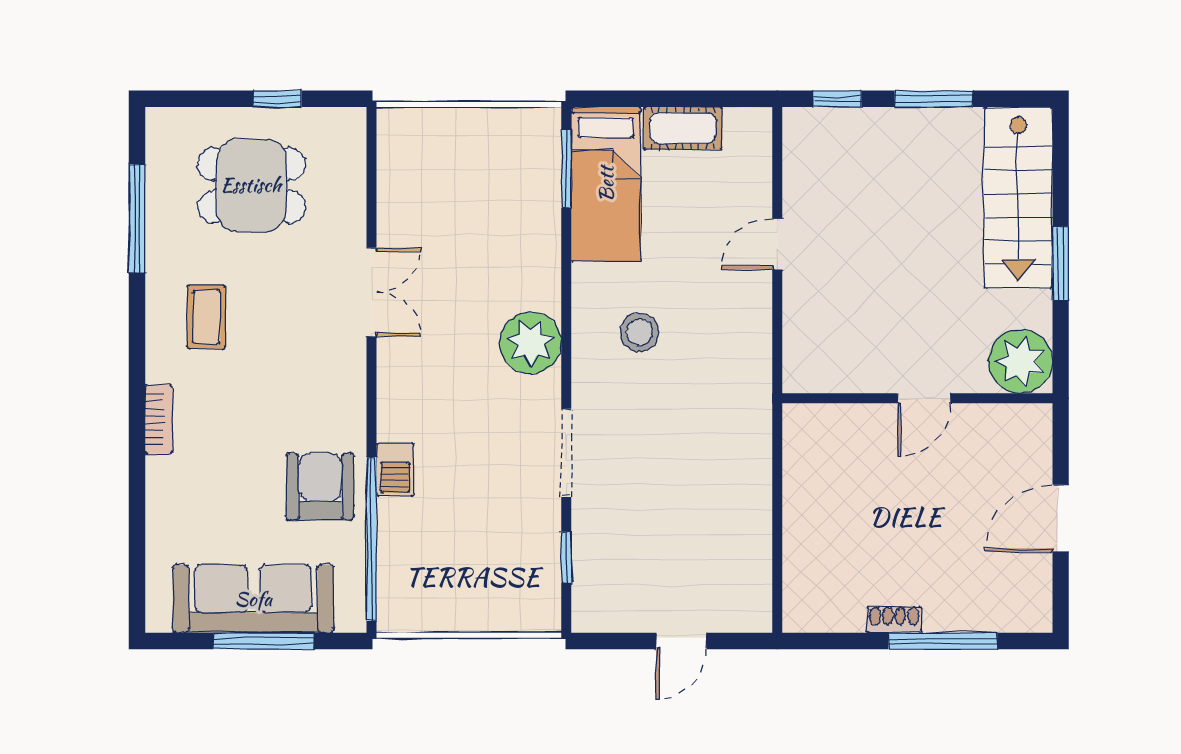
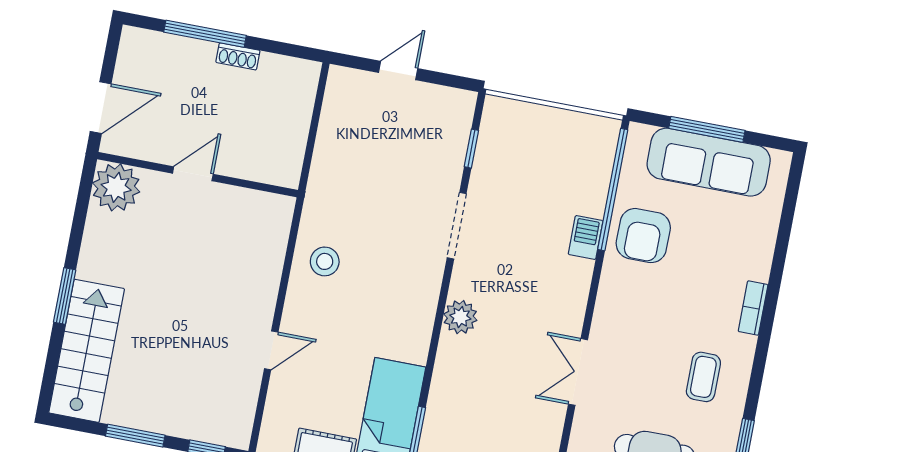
stool: (639, 332) -> (325, 261), moved
plant: (531, 343) -> (460, 317), width x0.73, depth x0.73
plant: (1020, 361) -> (116, 187), moved
wall: (917, 398) -> (198, 175), moved
door: (924, 398) -> (193, 174), moved

